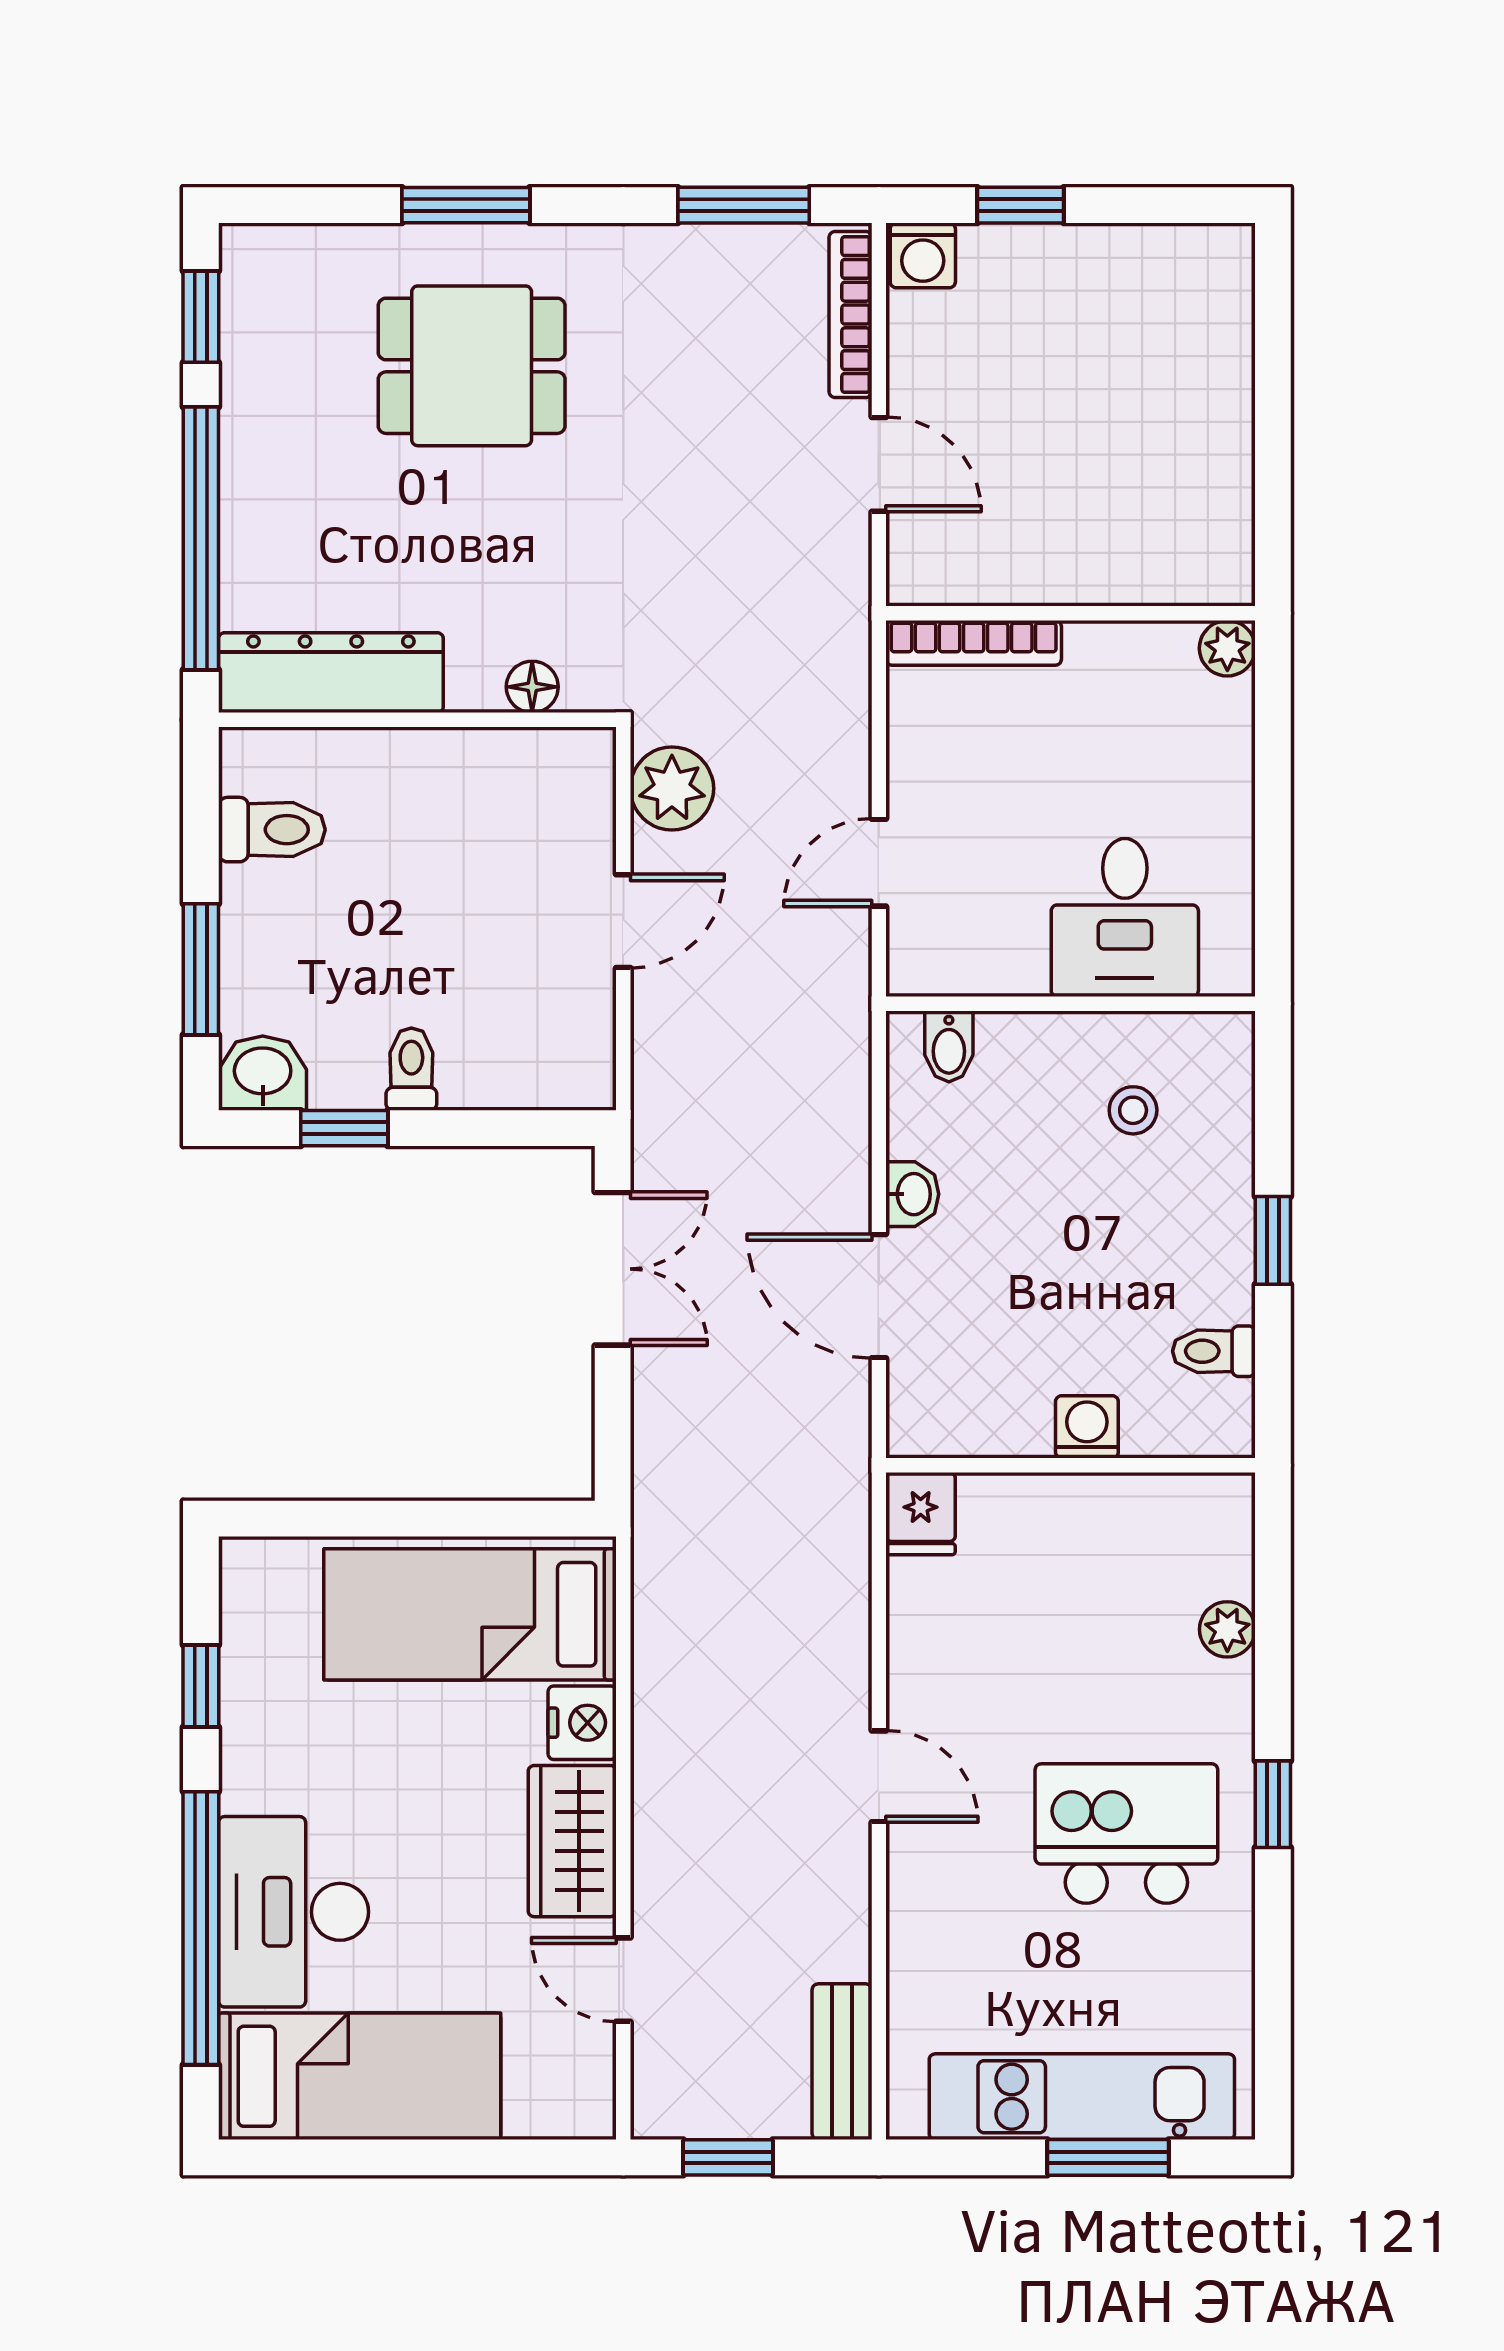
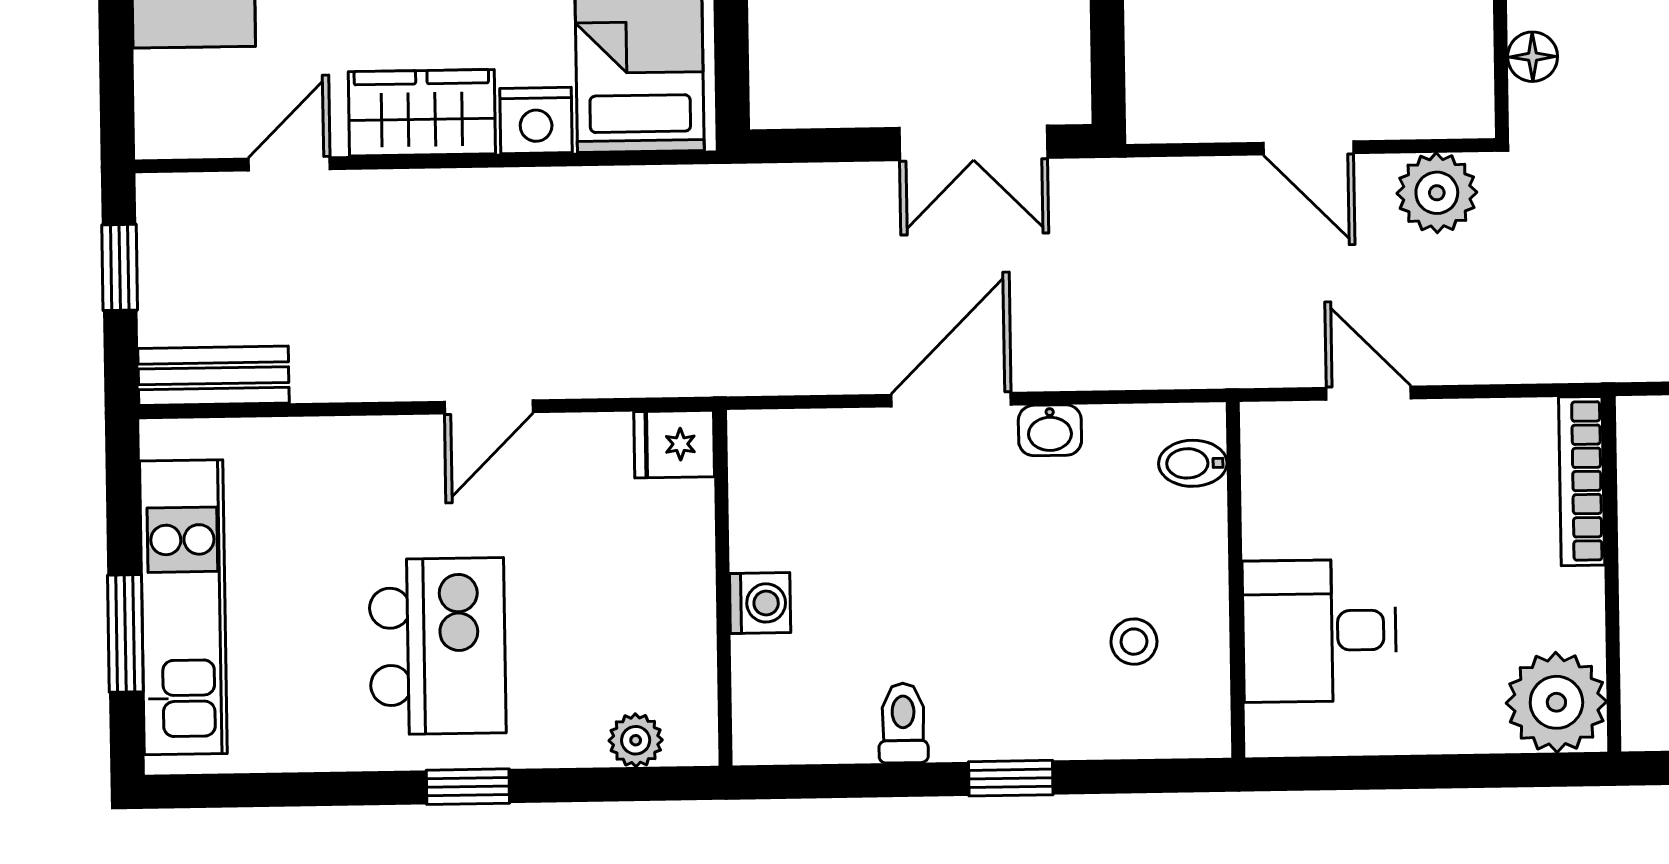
plant: (1227, 648) -> (1556, 702), width x1.88, depth x1.88
washing machine: (1087, 1427) -> (760, 603), moved
wall: (1071, 1465) -> (723, 588), moved
fridge: (921, 1514) -> (674, 444), moved

